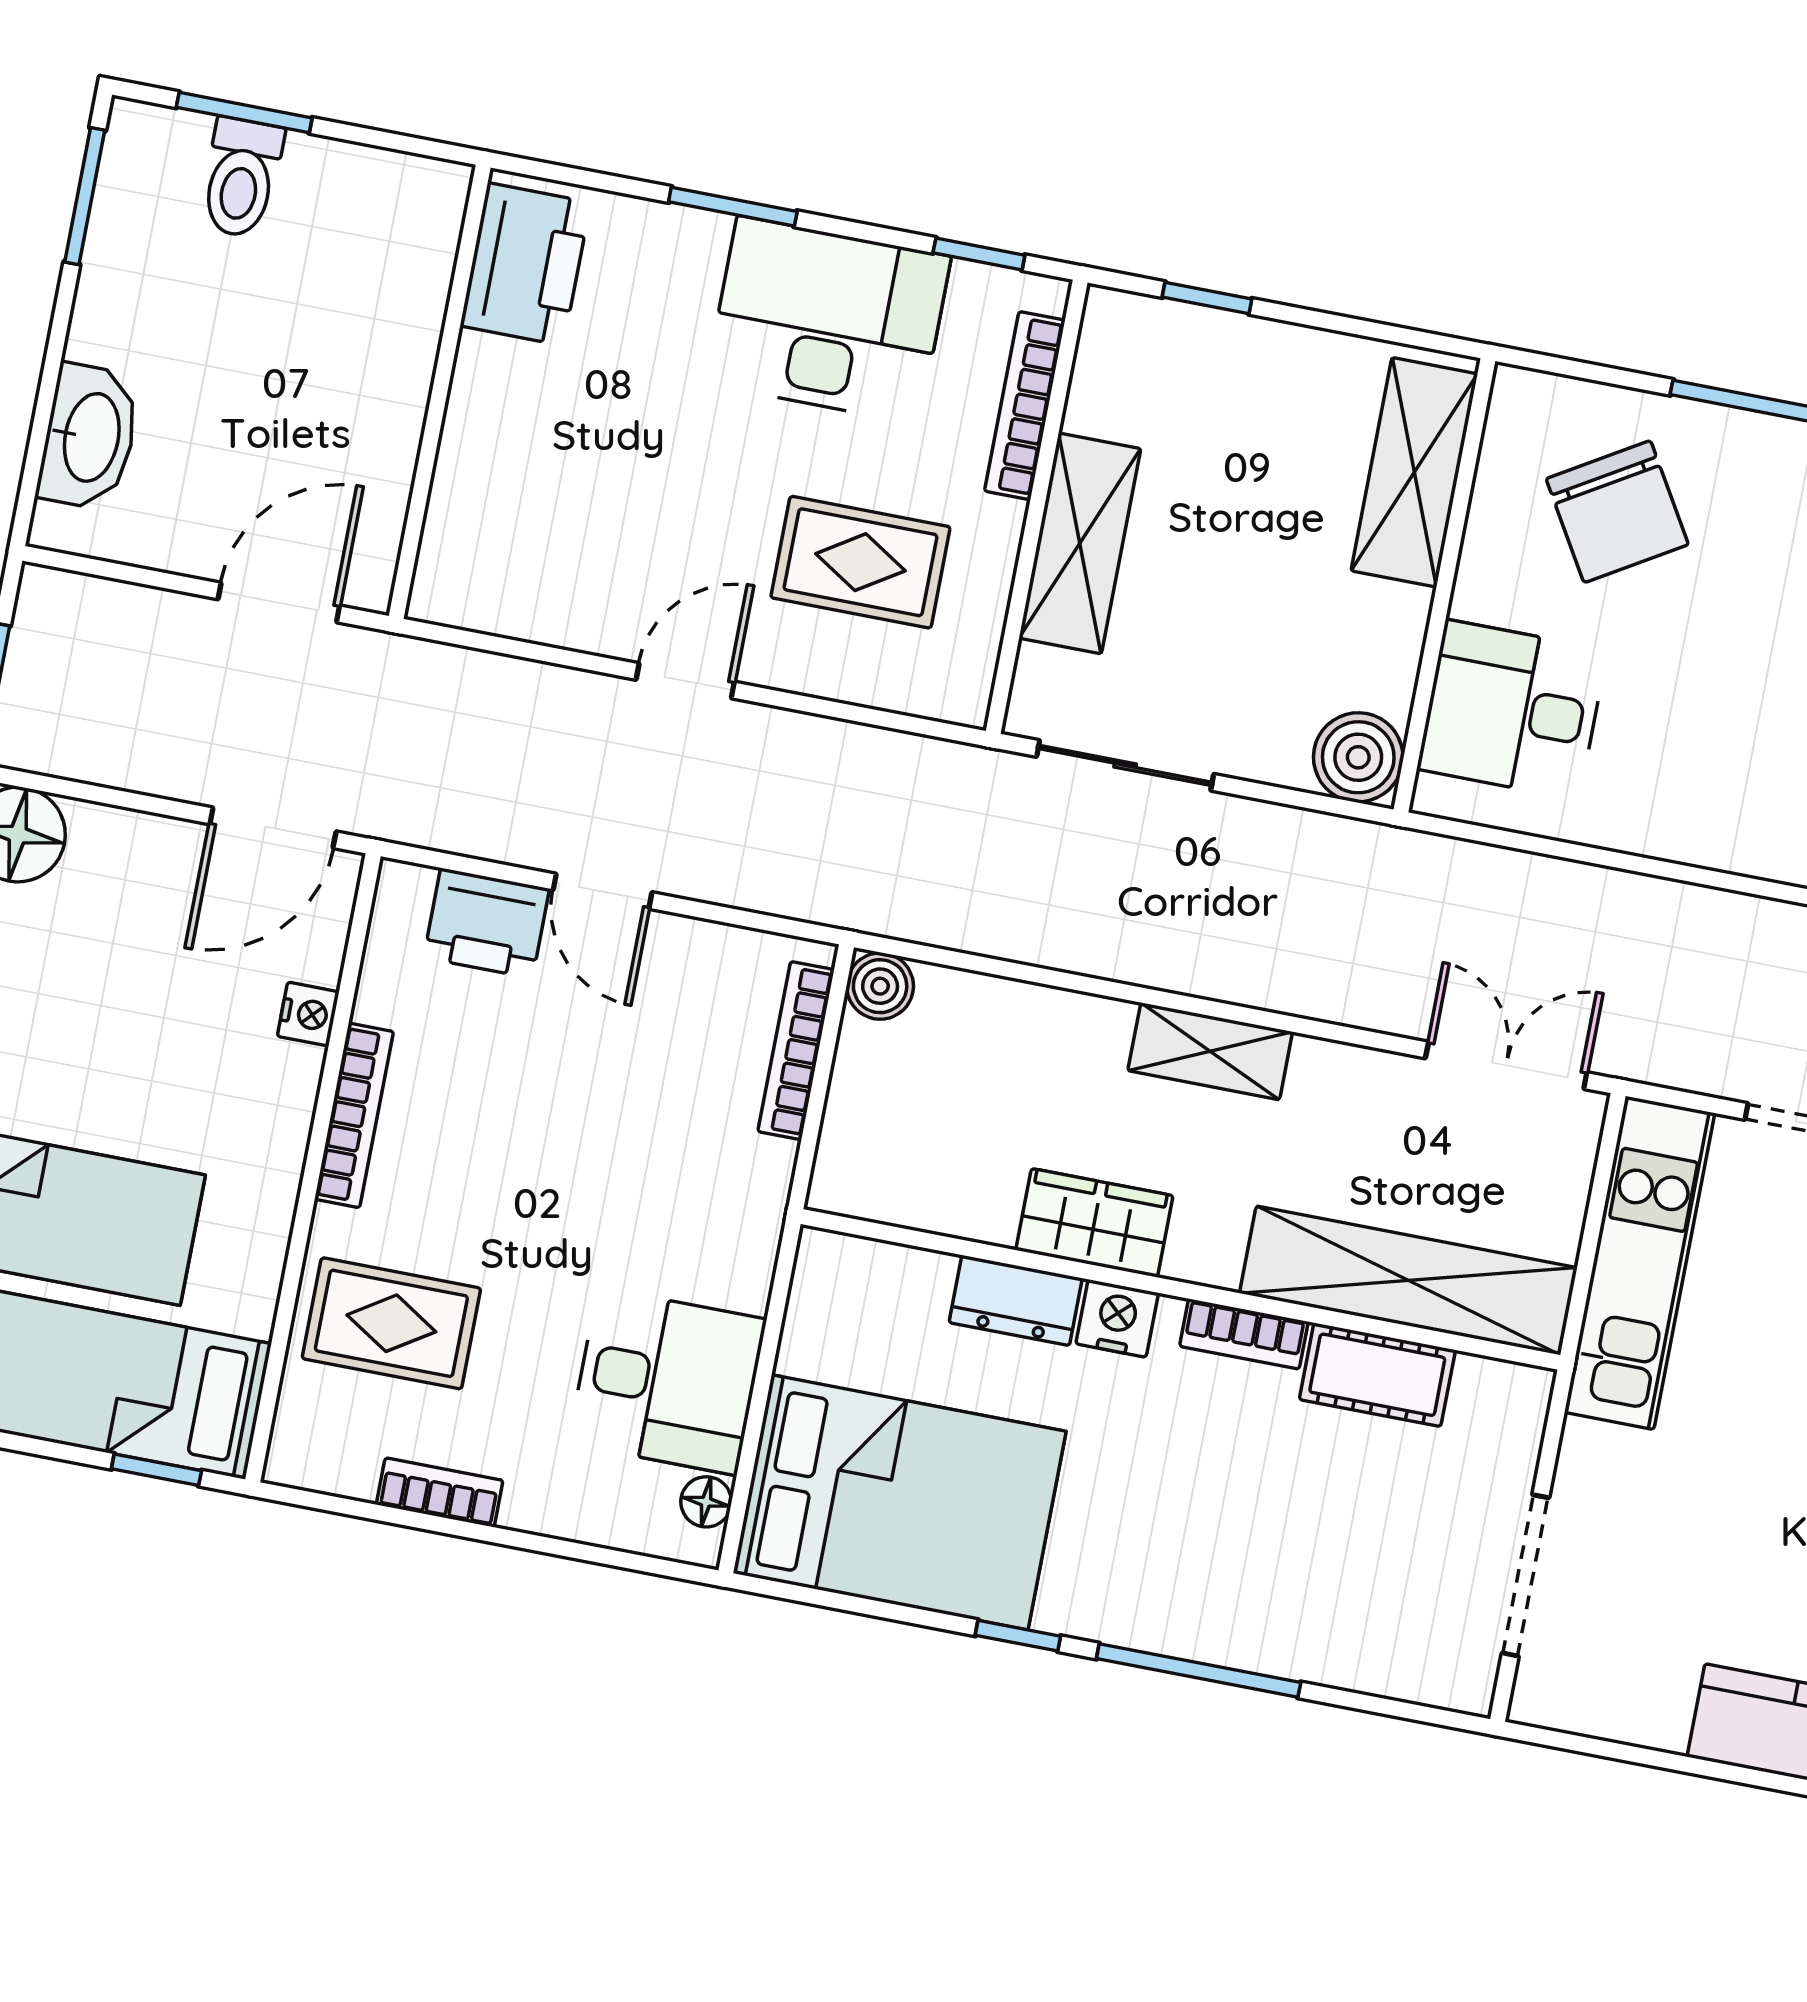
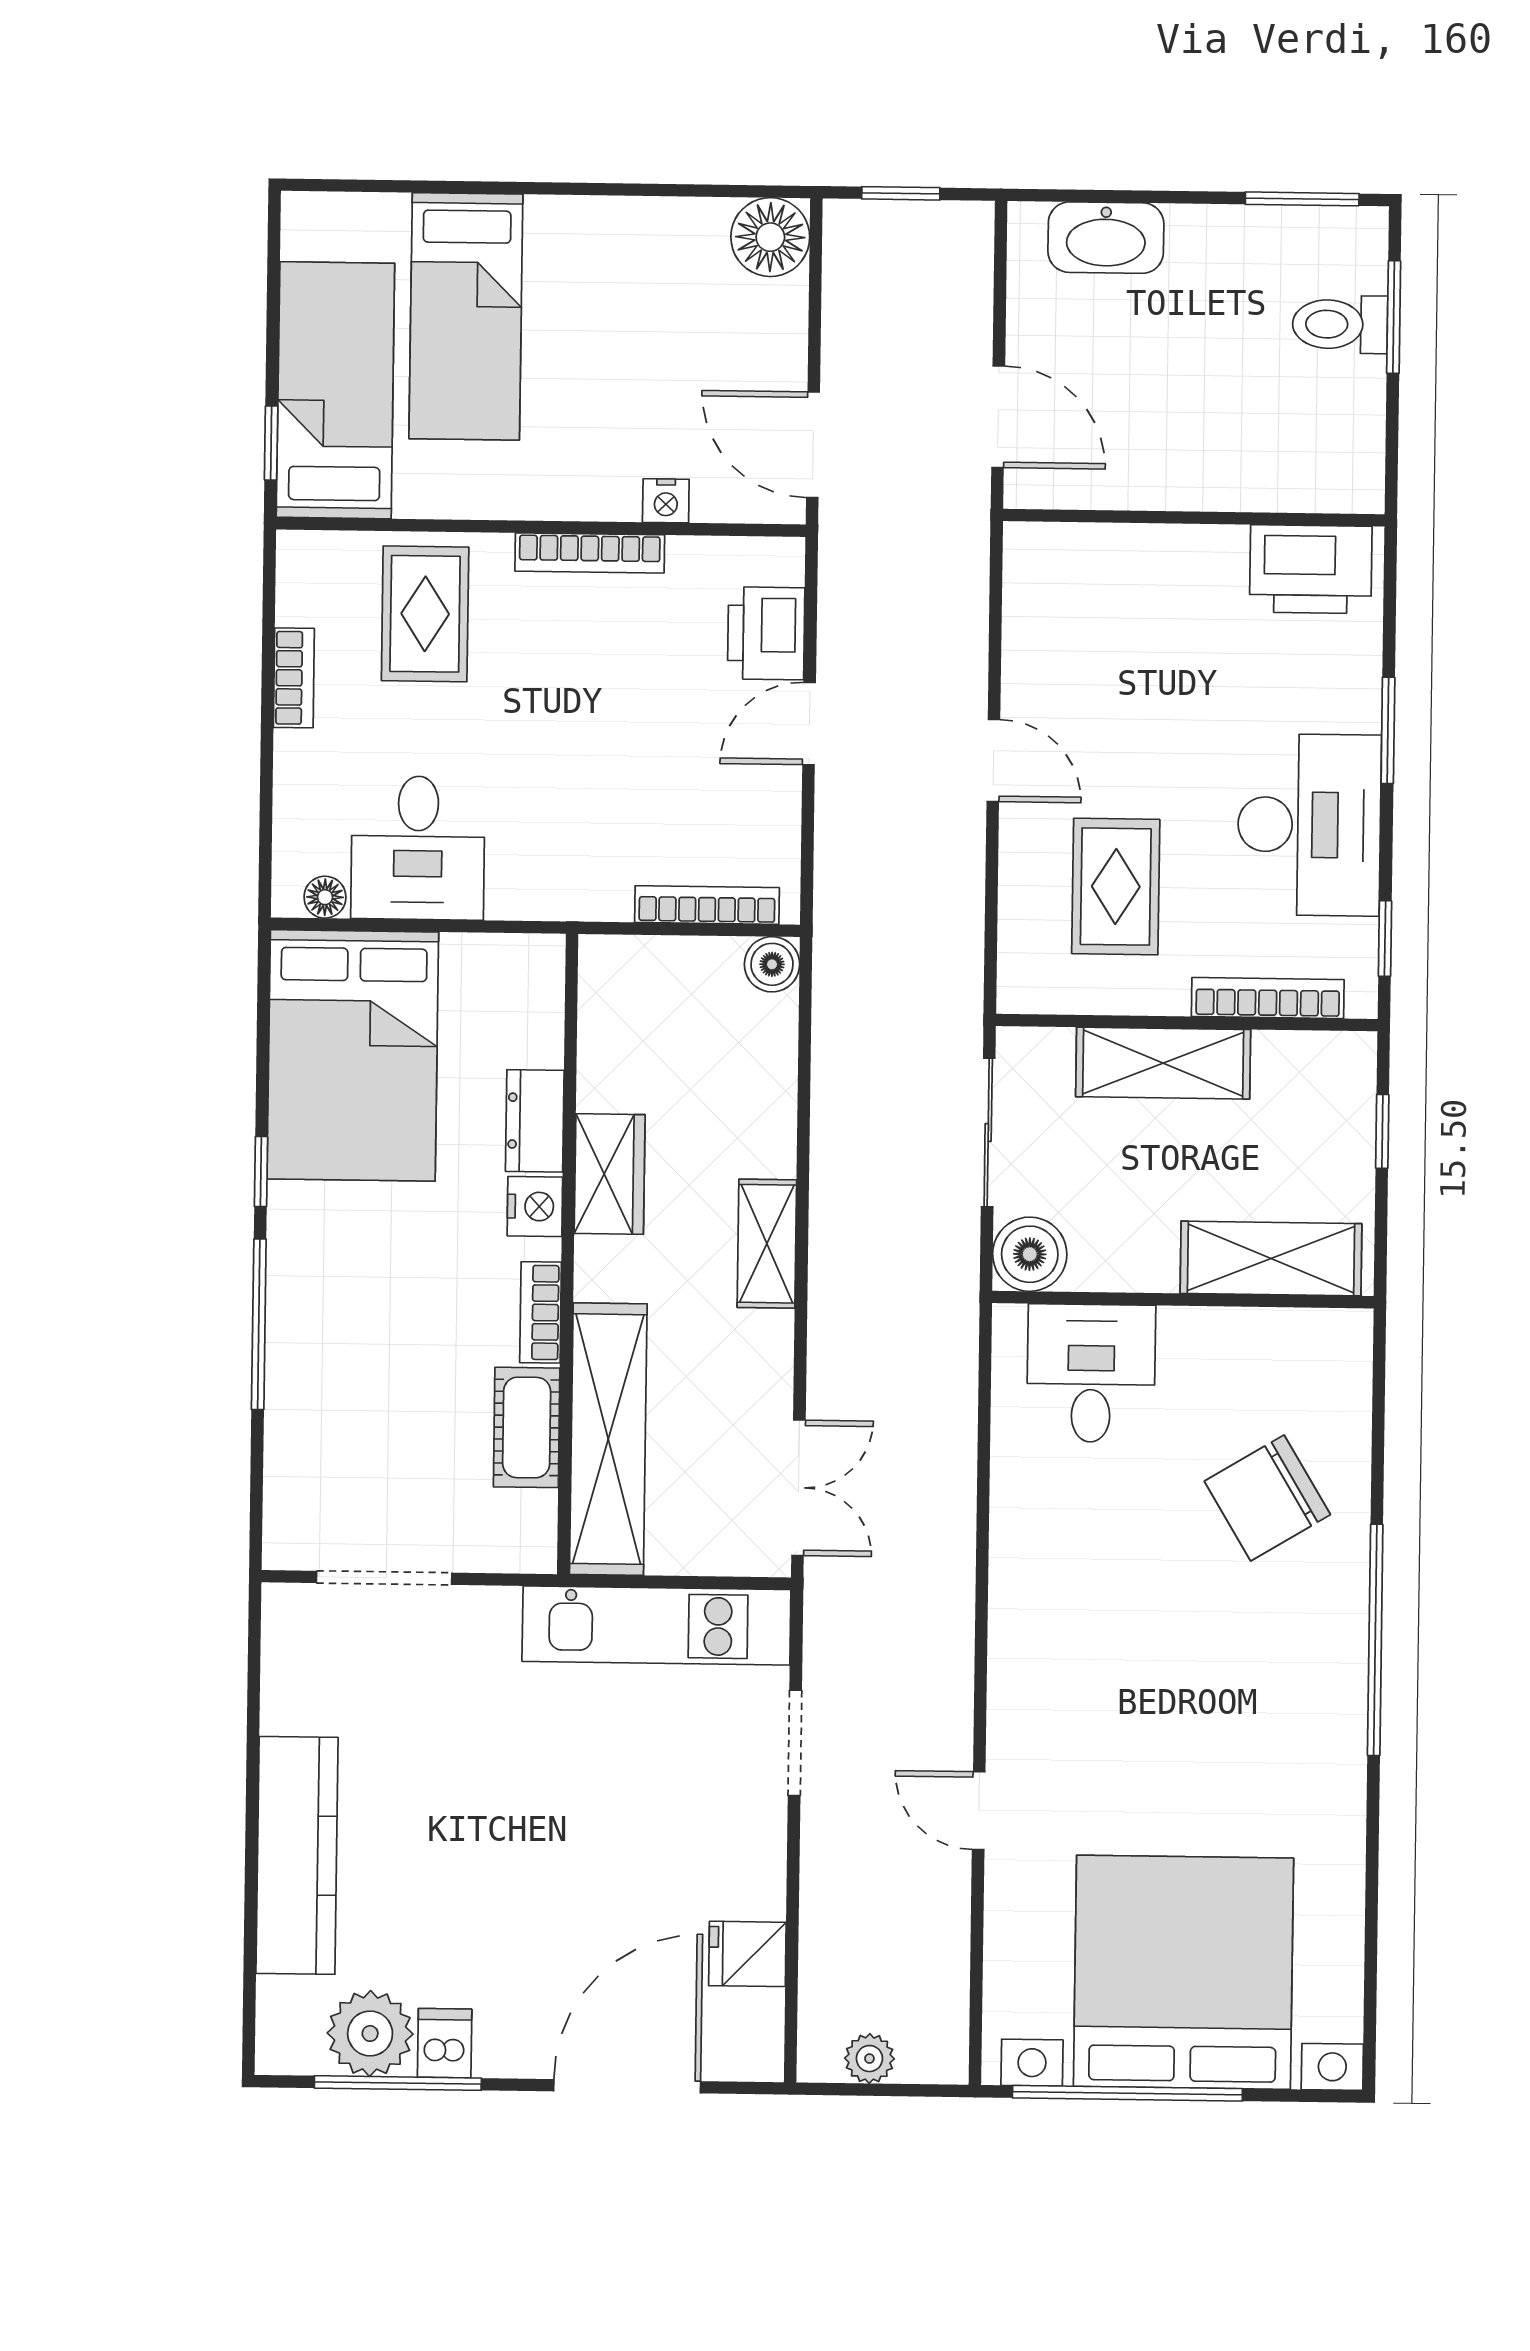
shelving: (1414, 472) -> (1271, 1259), moved
wall: (1444, 585) -> (1183, 1300), moved
desk: (1512, 710) -> (1091, 1373), moved
boiler: (1358, 757) -> (1030, 1254), moved

